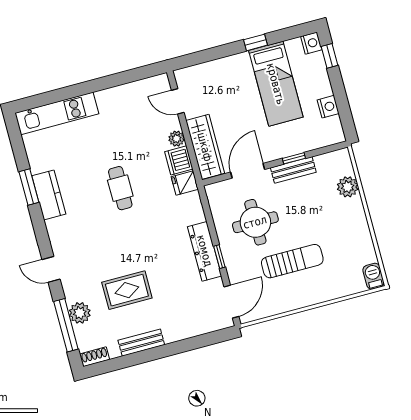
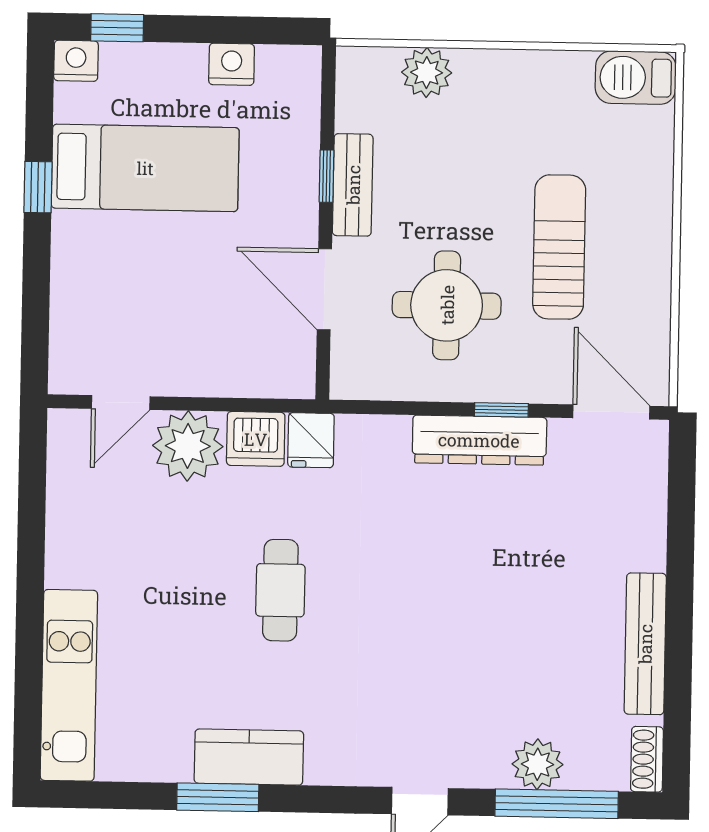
plant: (177, 139) -> (188, 446), width x1.87, depth x1.87
wardrobe: (205, 147) -> (242, 370), removed
cafe table: (120, 188) -> (280, 590), turned 90
barbecue: (373, 276) -> (636, 78), width x1.38, depth x1.27
rug: (127, 290) -> (517, 642), removed
bench: (141, 343) -> (645, 644), width x1.36

